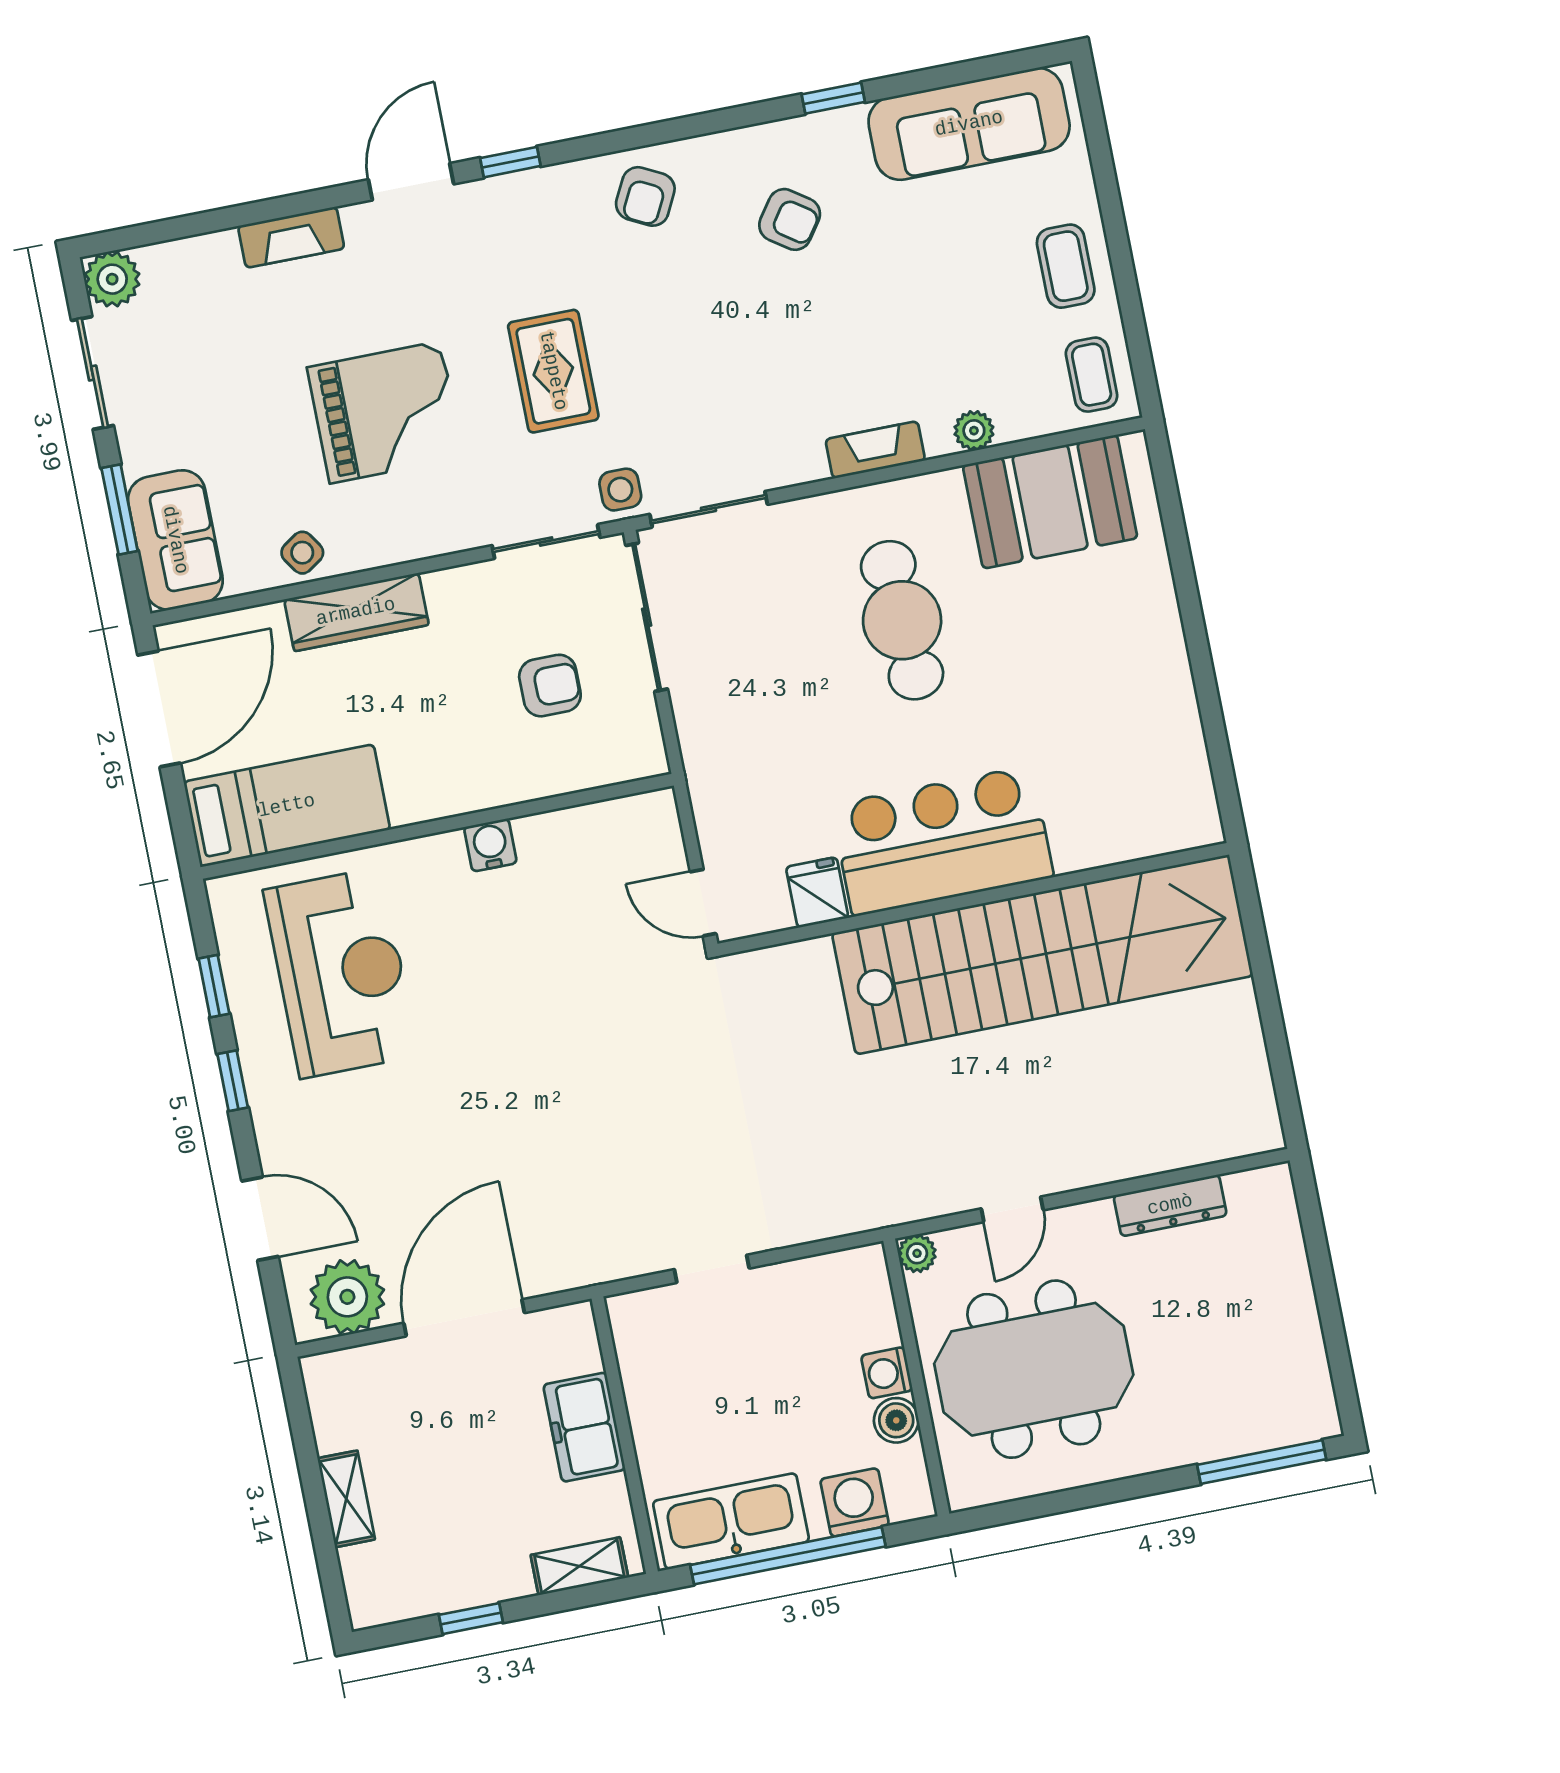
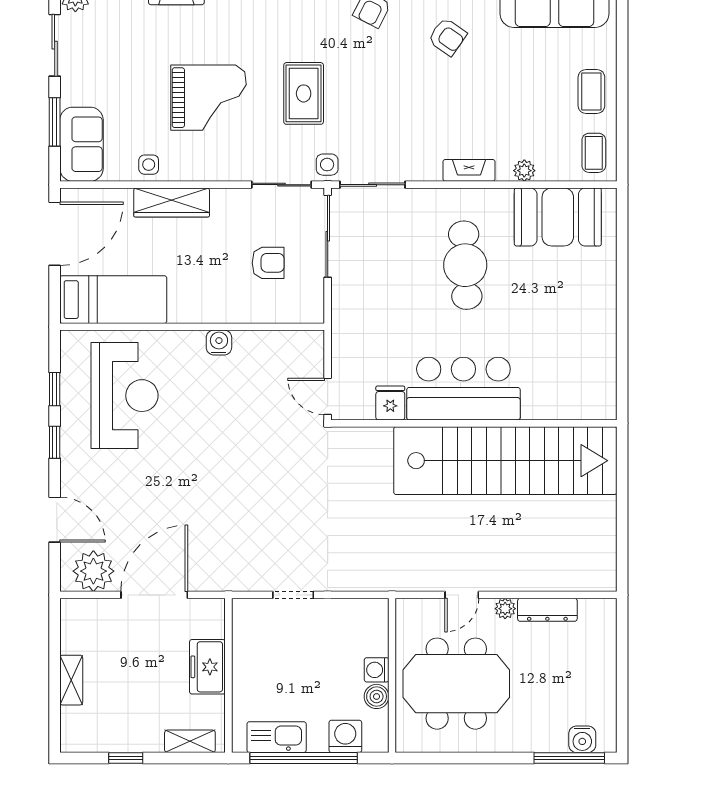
side table: (302, 553) -> (149, 165), turned 34
plant: (917, 1253) -> (505, 609), moved
water cooler: (1278, 1424) -> (582, 739), added
kitchen sink: (731, 1521) -> (277, 737), width x0.73, depth x0.81

